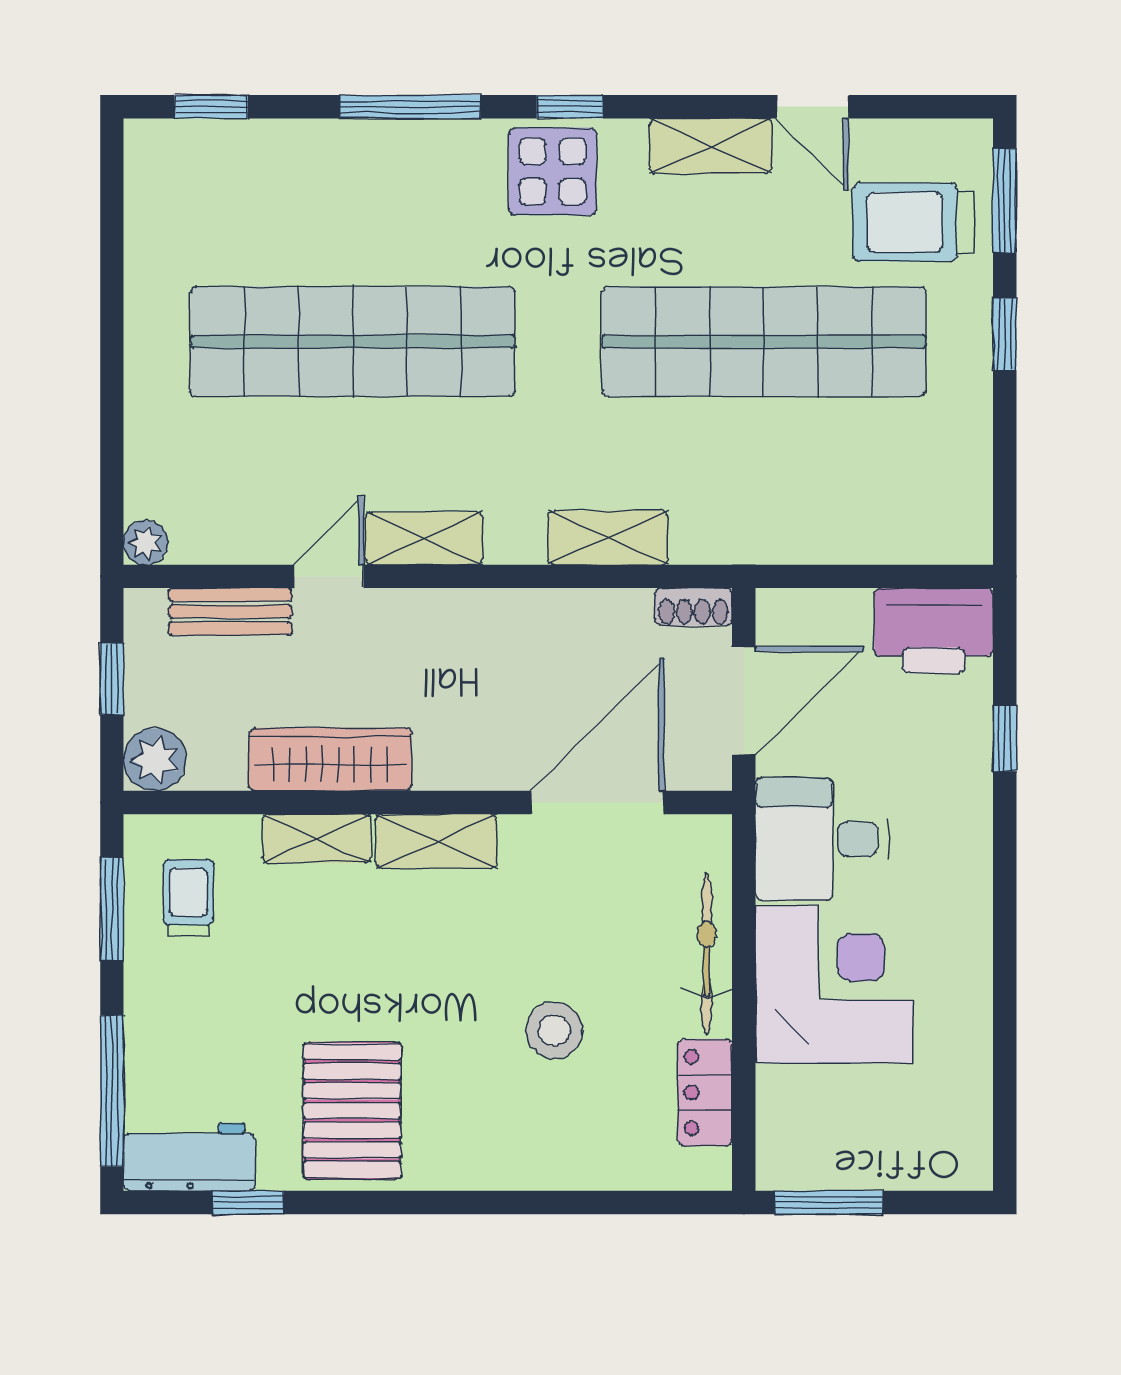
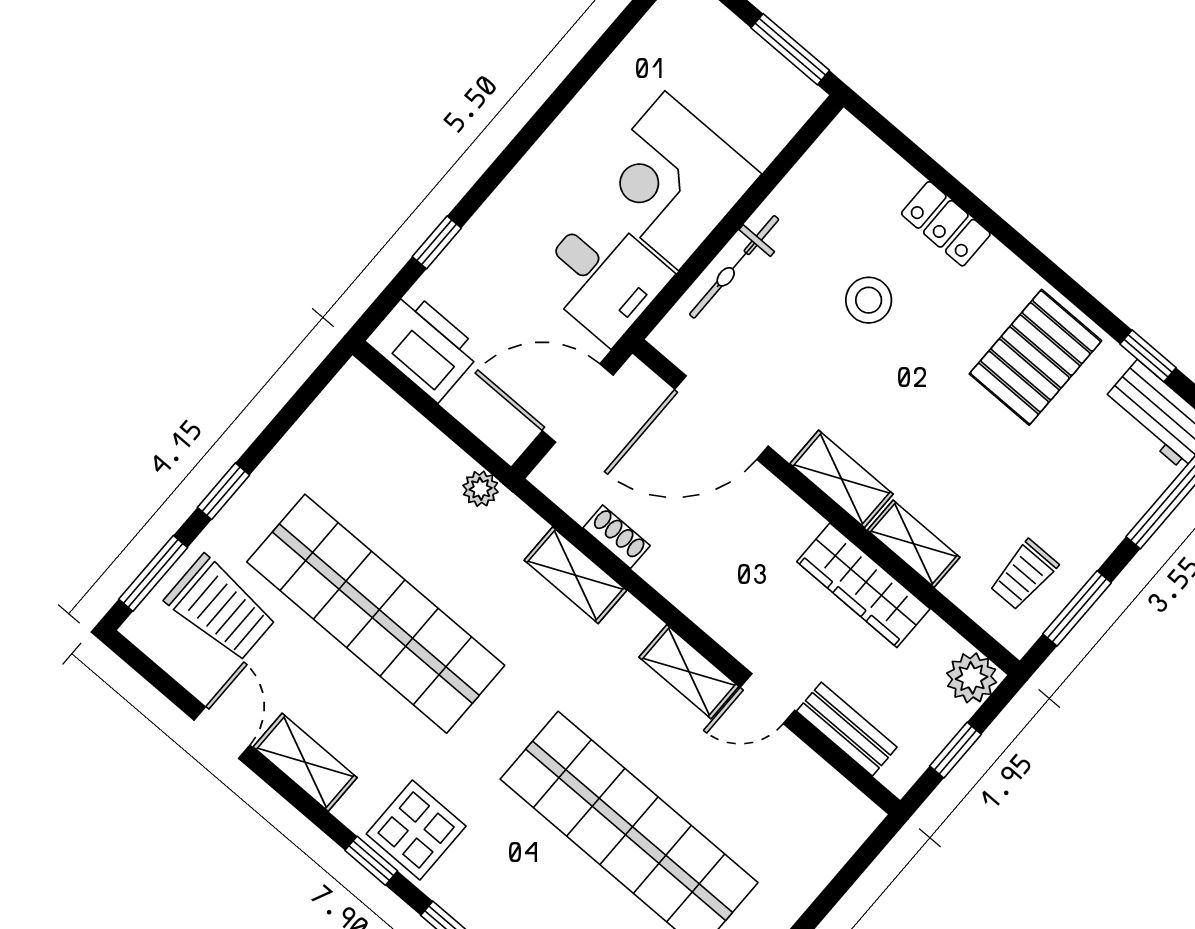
plant: (146, 543) -> (481, 489), moved
shoe rack: (694, 607) -> (617, 537), moved
locker: (705, 1092) -> (946, 224), moved, turned 90

